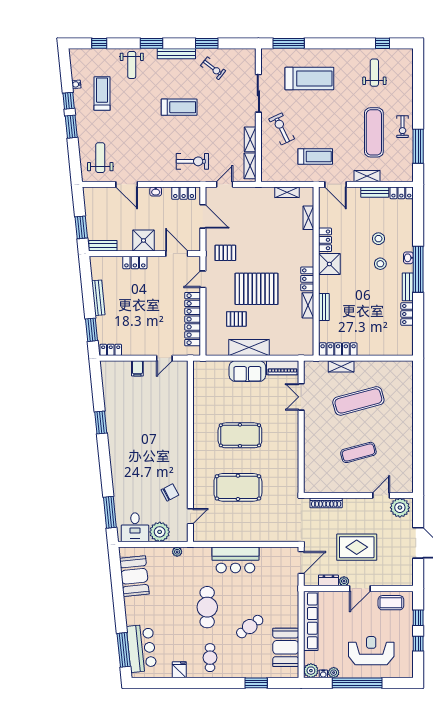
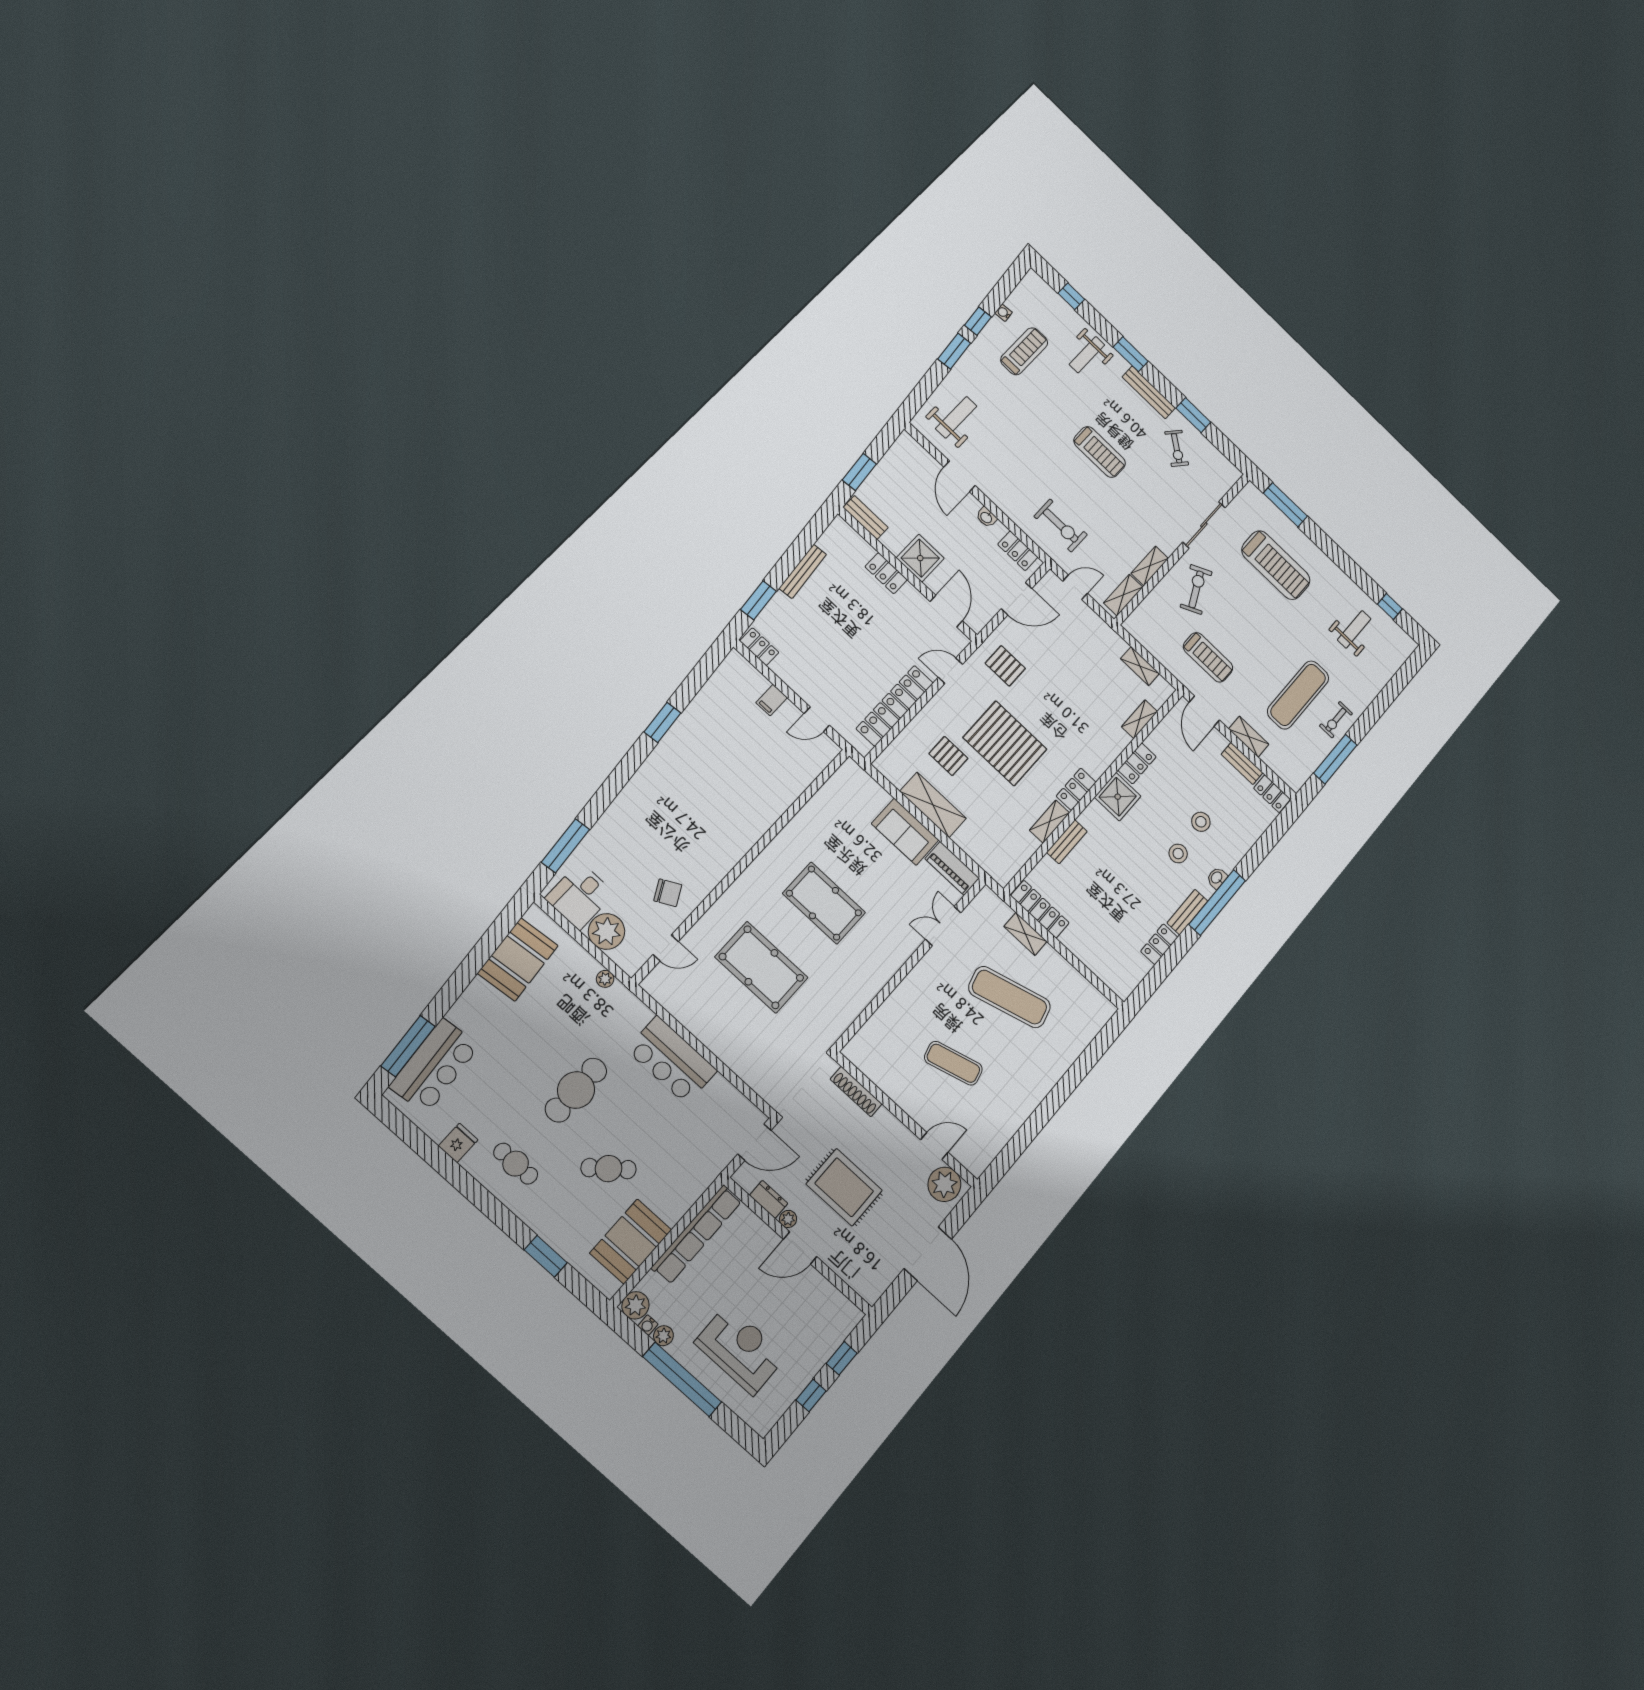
door: (203, 216) -> (1017, 599), hinge flipped
coffee table: (391, 603) -> (824, 1305), removed
cafe table: (210, 658) -> (516, 1164), turned 90

